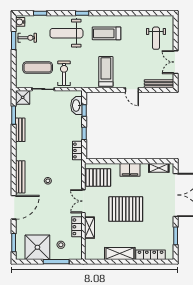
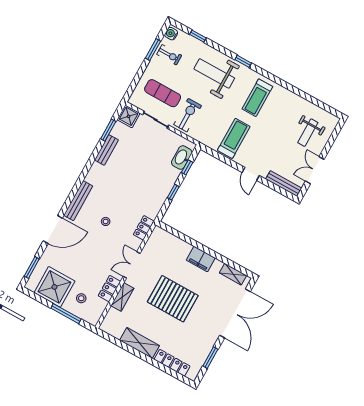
treadmill: (106, 33) -> (257, 98), turned -90
locker: (77, 150) -> (144, 228), moved
pallet: (98, 177) -> (162, 248), removed

